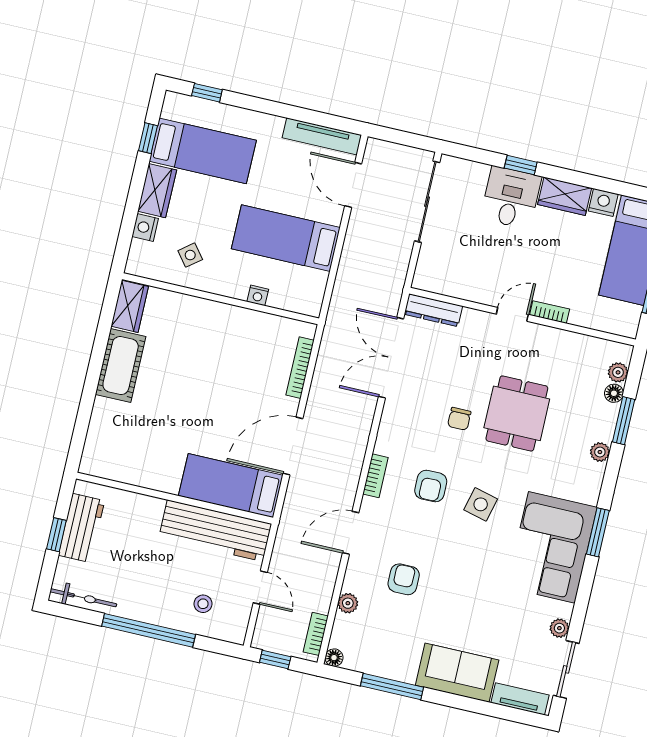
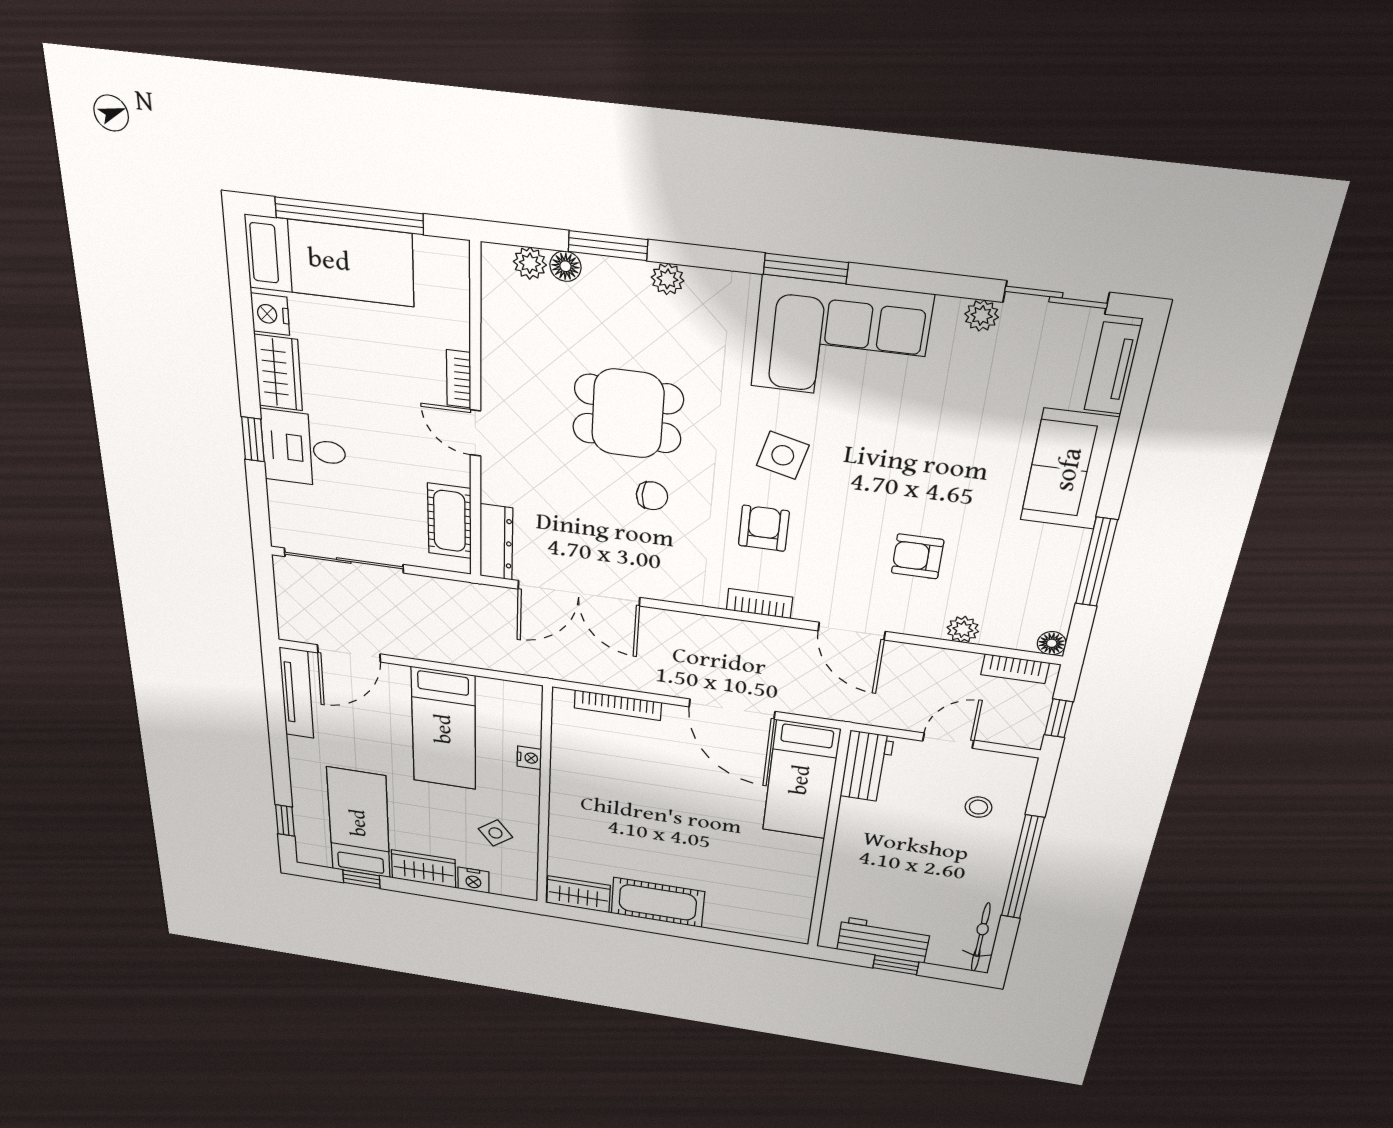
cot: (451, 282) -> (450, 521), added
armchair: (431, 486) -> (764, 528), turned -90
workbench: (215, 531) -> (867, 767), width x0.53, depth x0.76

